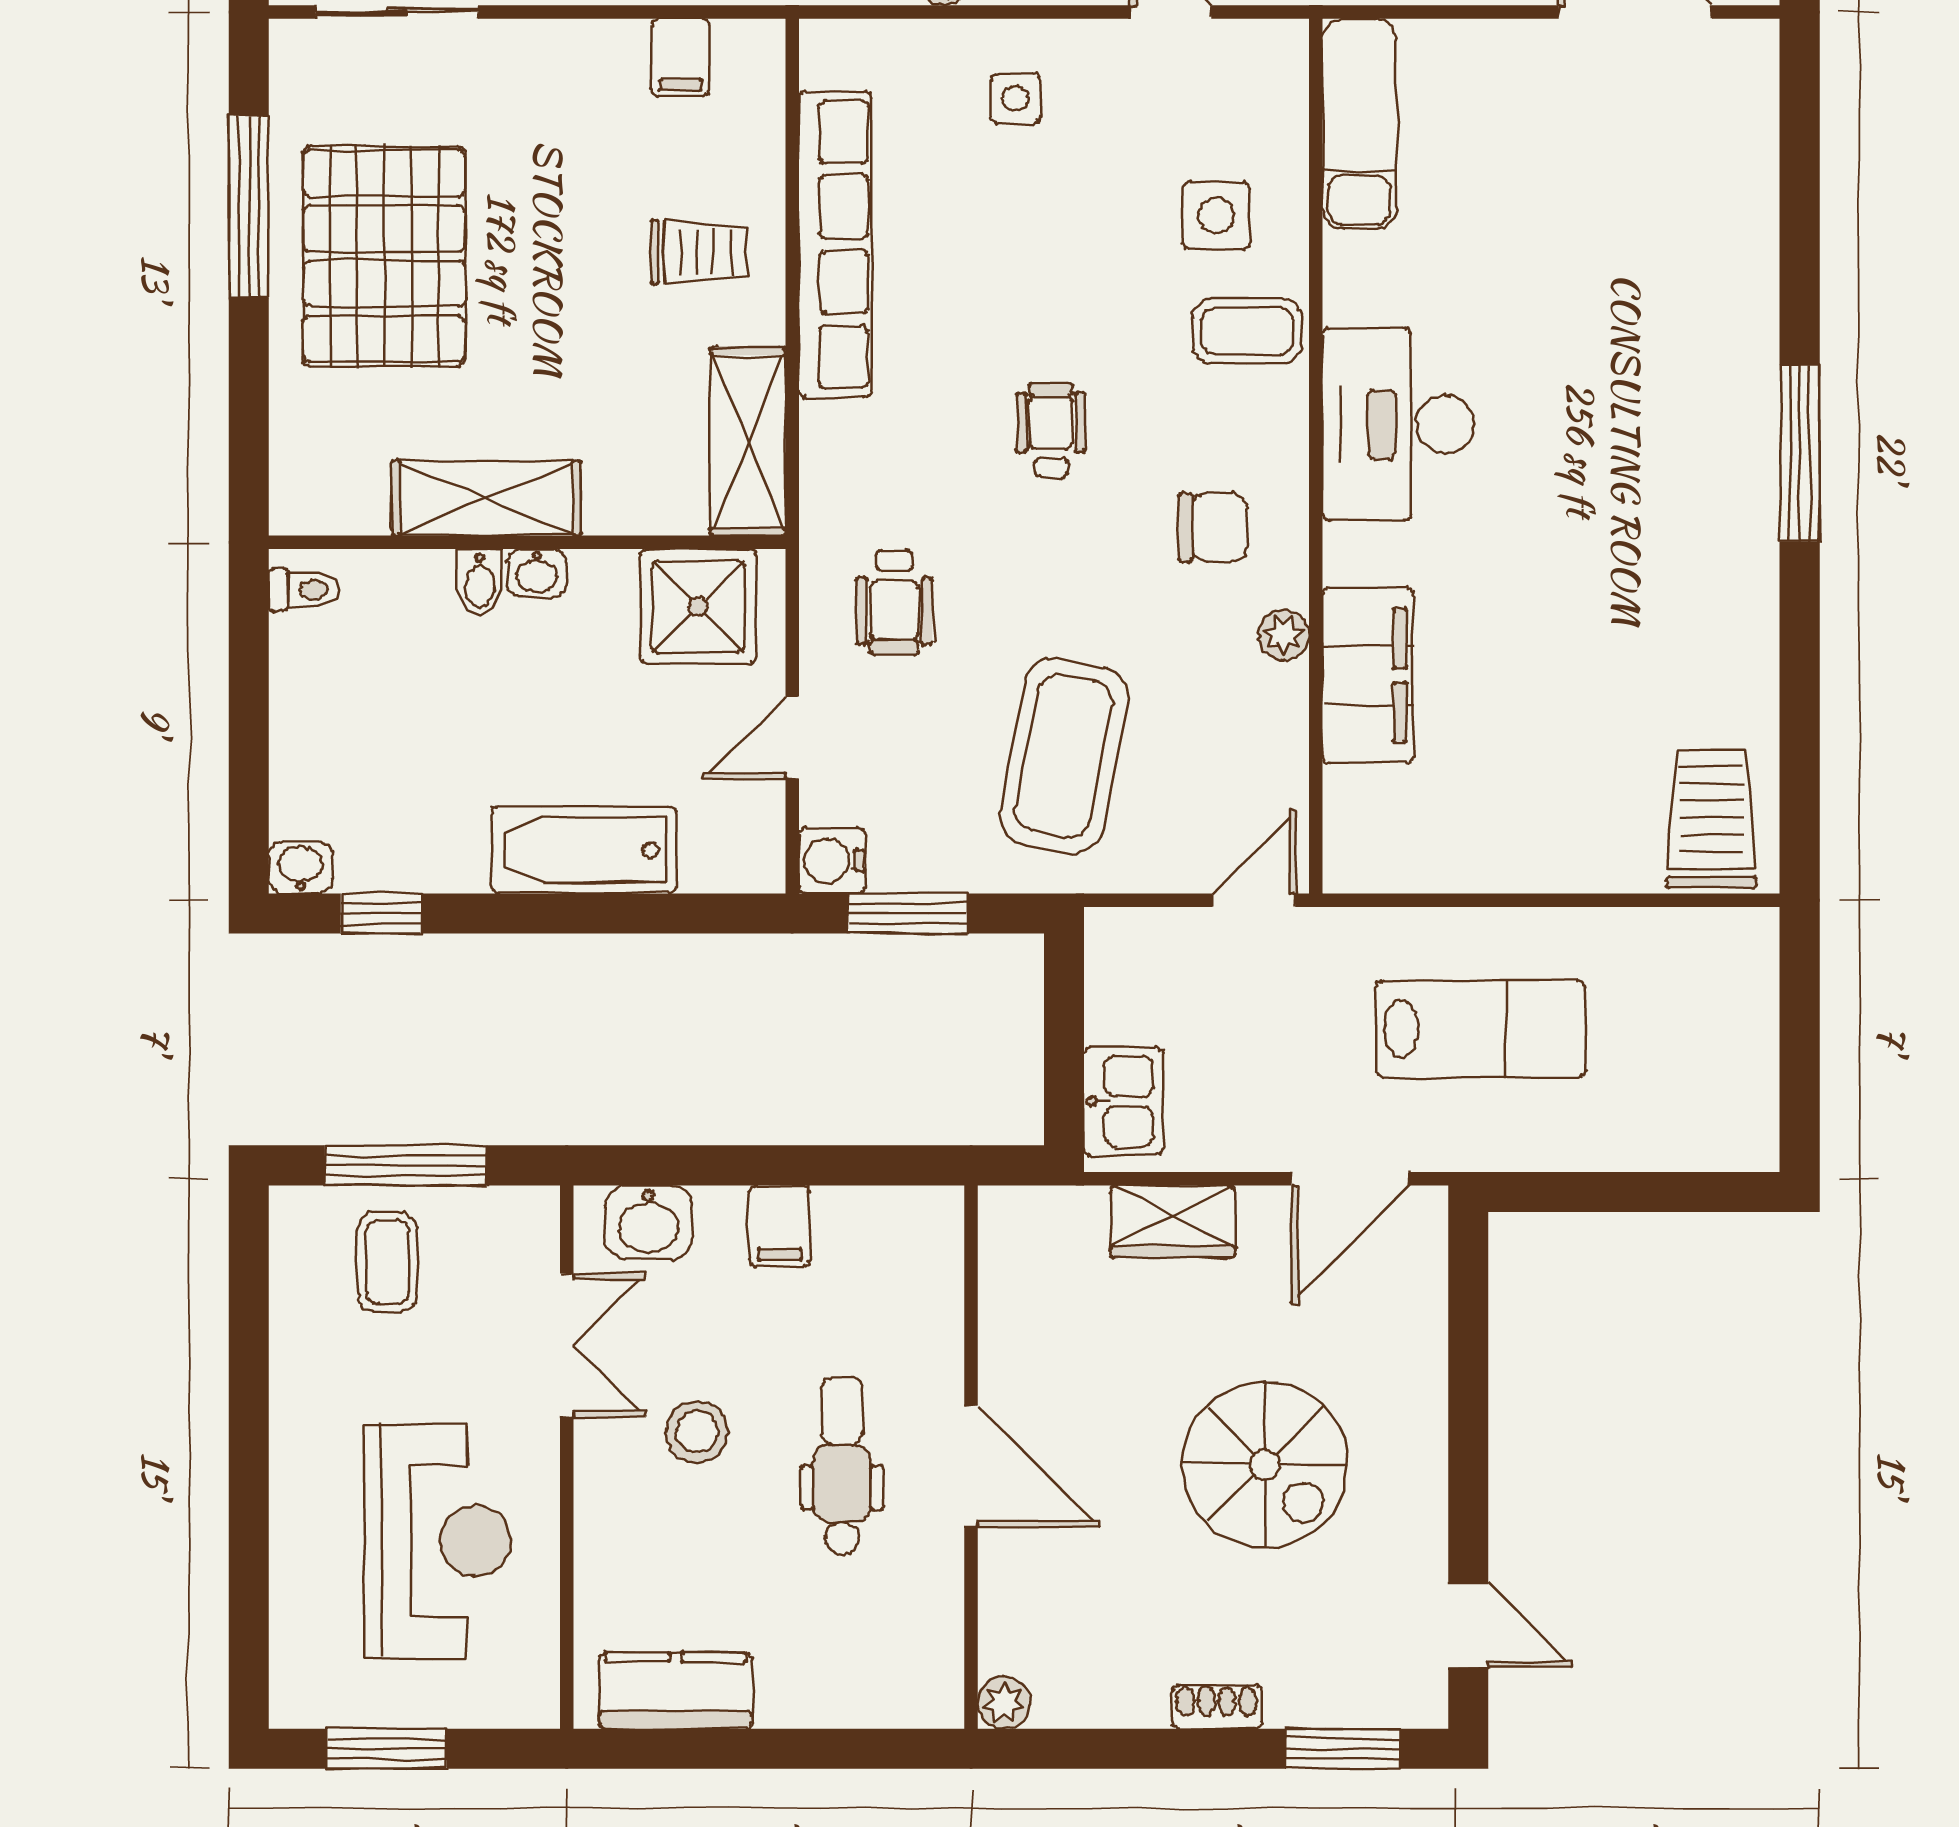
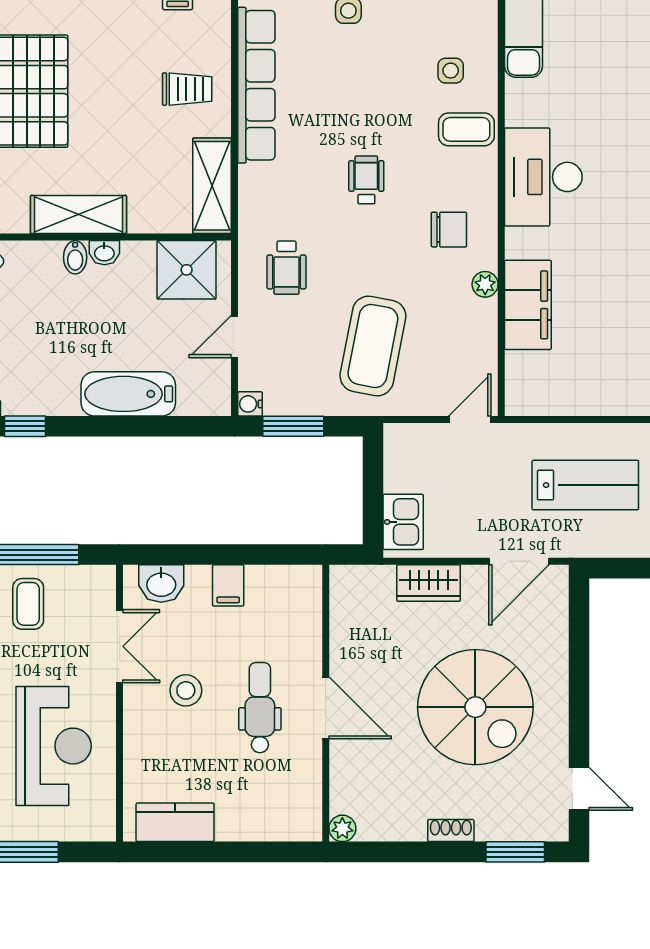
side table: (1216, 216) -> (451, 71), width x0.73, depth x0.73
water cooler: (832, 861) -> (250, 404), width x0.72, depth x0.72
spiral stairs: (1265, 1465) -> (475, 707), width x1.37, depth x1.37

